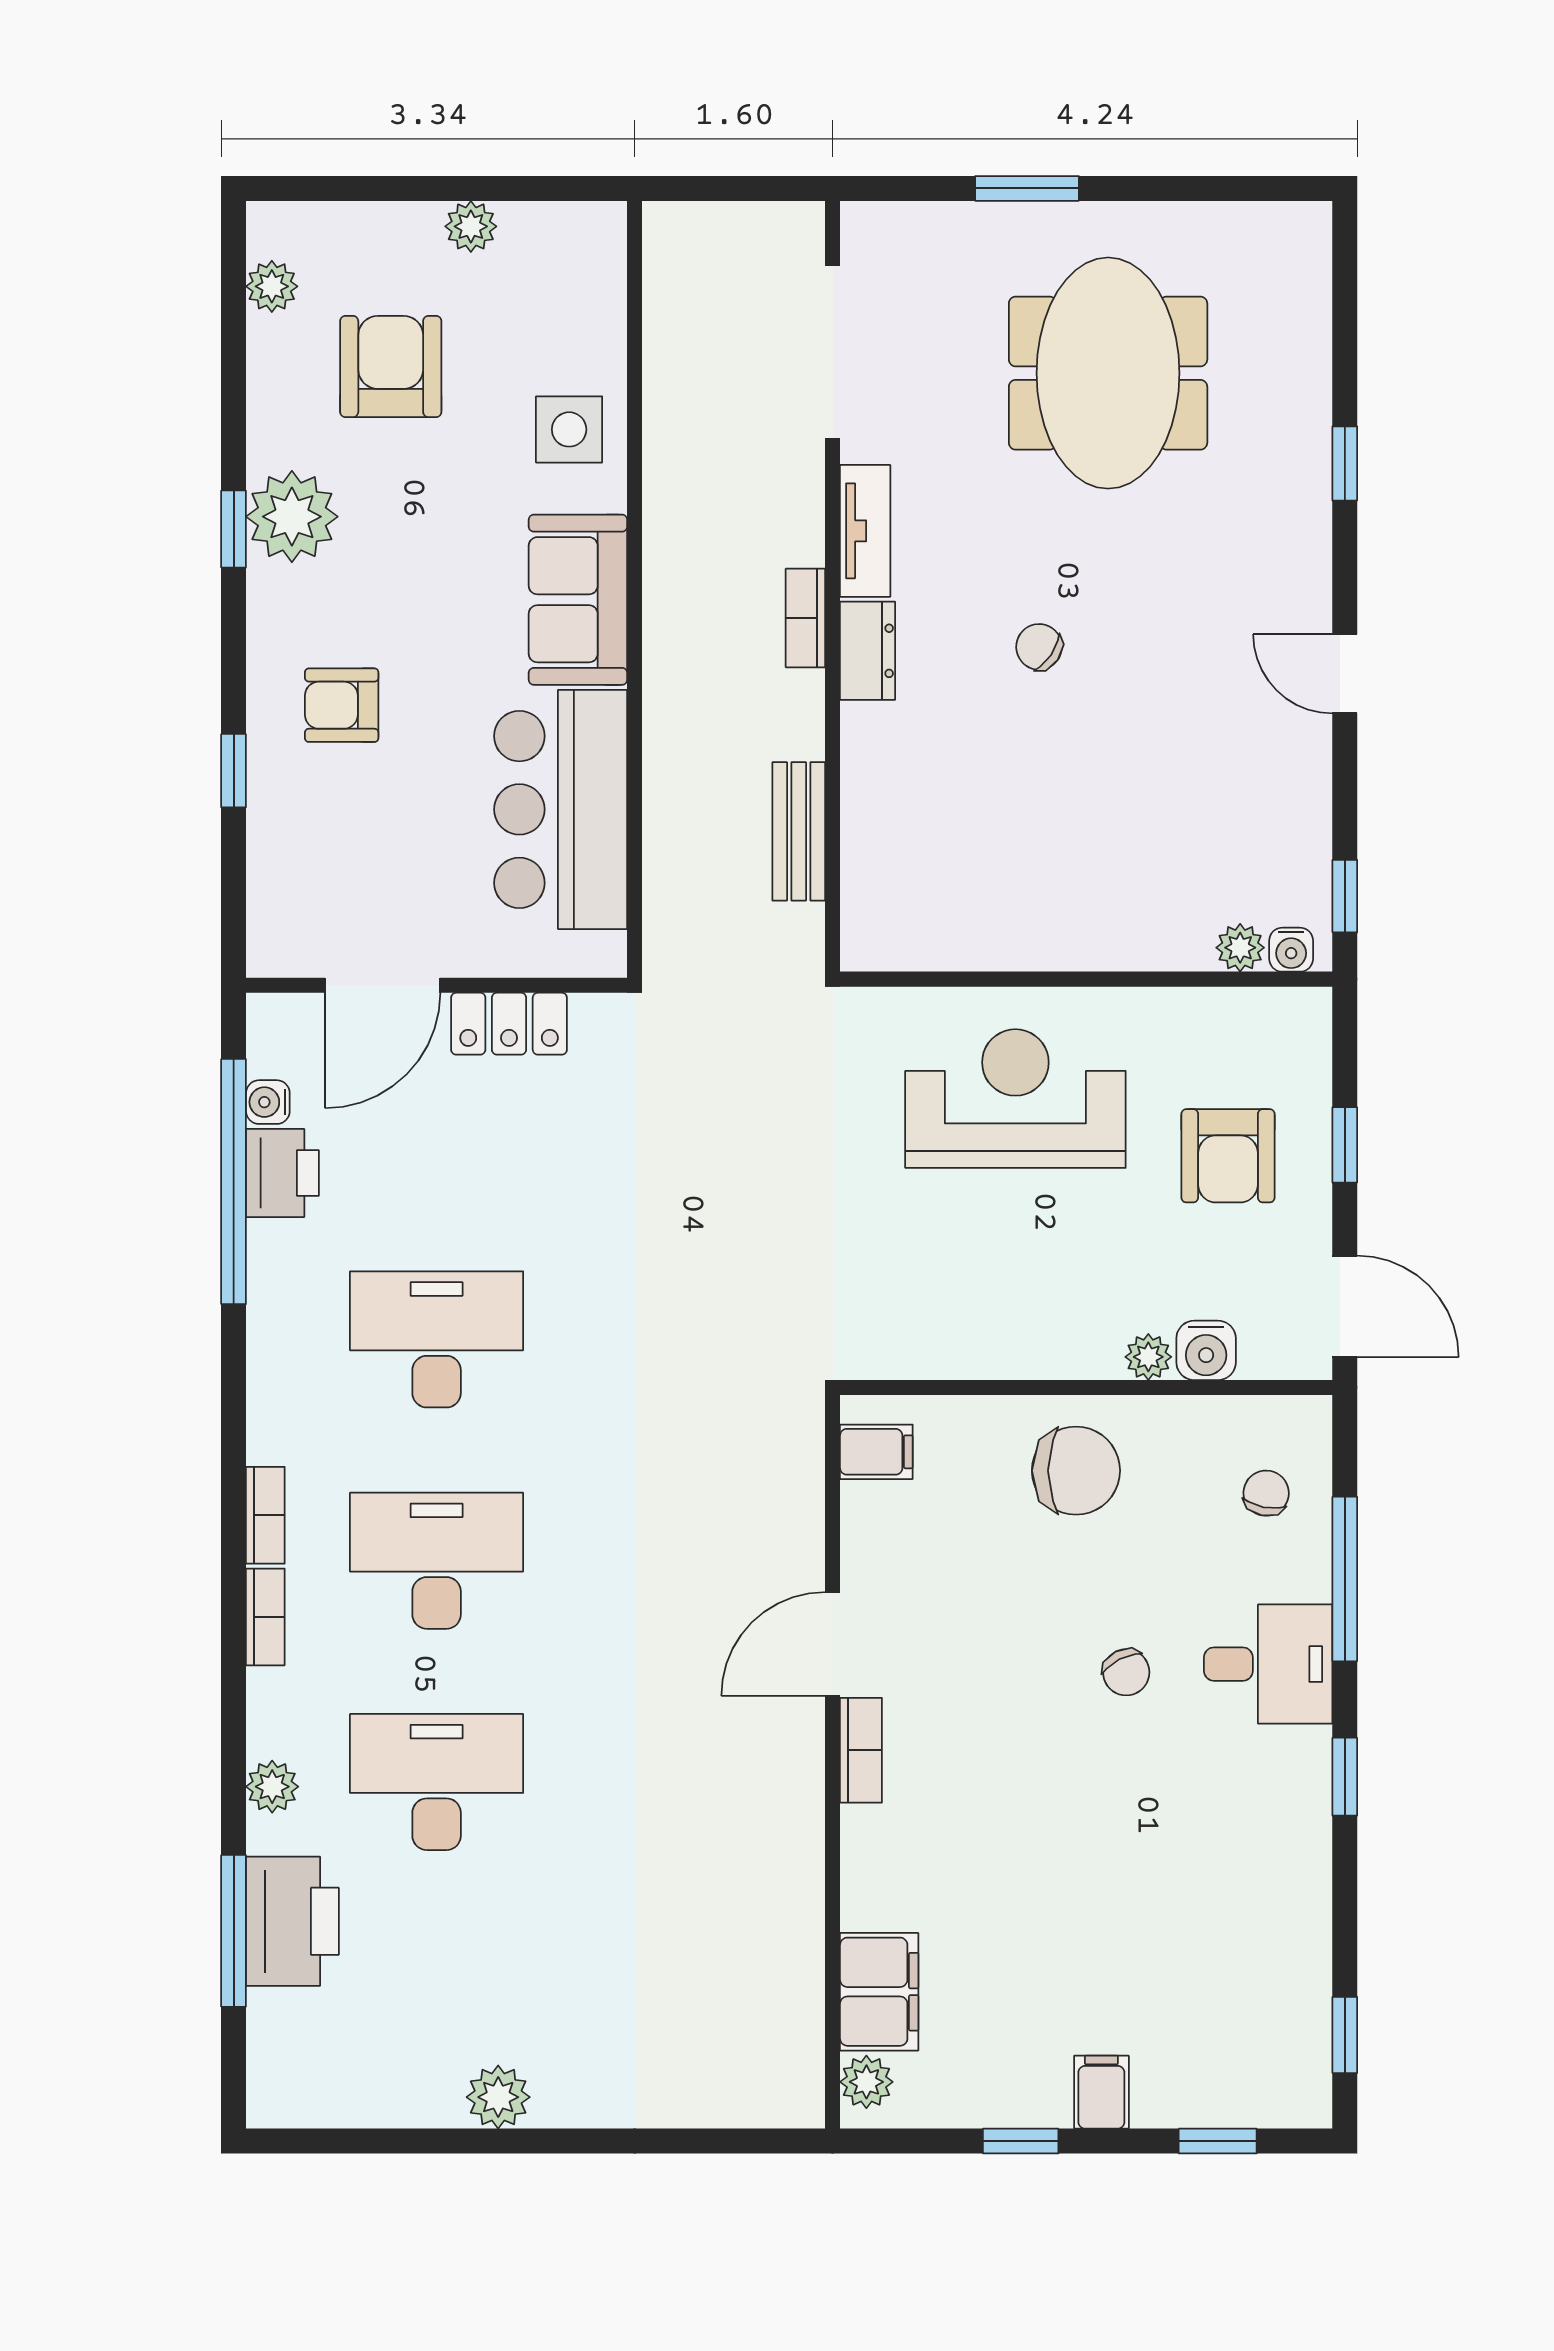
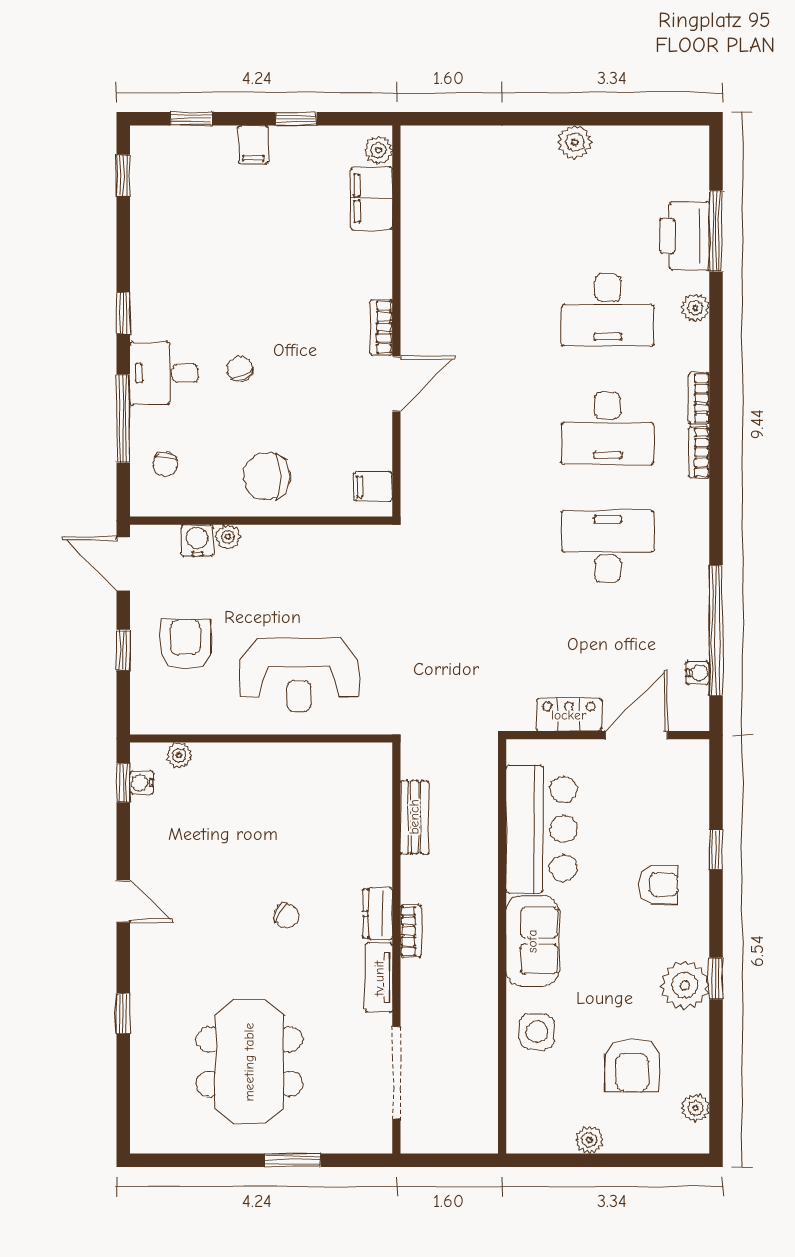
water cooler: (1291, 950) -> (142, 783), moved, turned -90
printer: (282, 1173) -> (690, 635), removed
desk: (437, 1339) -> (608, 546), turned 180

